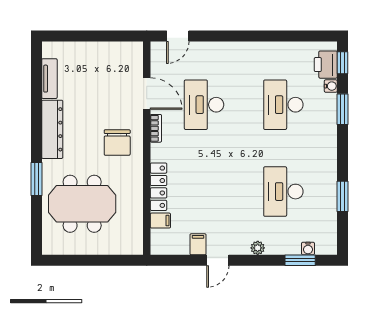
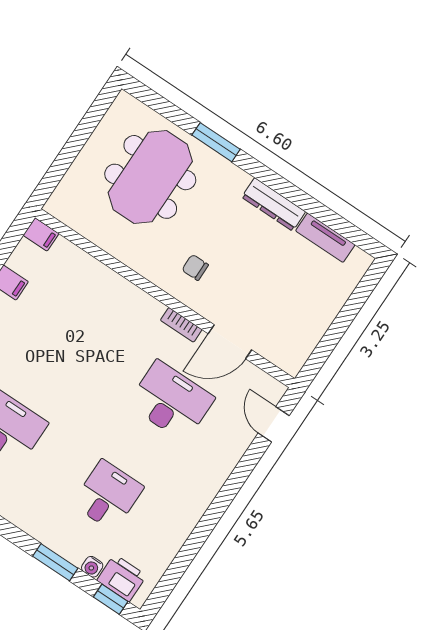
desk: (283, 105) -> (108, 495), width x0.73
dresser: (52, 129) -> (274, 204), width x0.73, depth x0.80
chair: (117, 143) -> (195, 267), width x0.54, depth x0.54
locker: (159, 187) -> (110, 281), removed
filing cabinet: (160, 221) -> (41, 234), moved, turned -90

